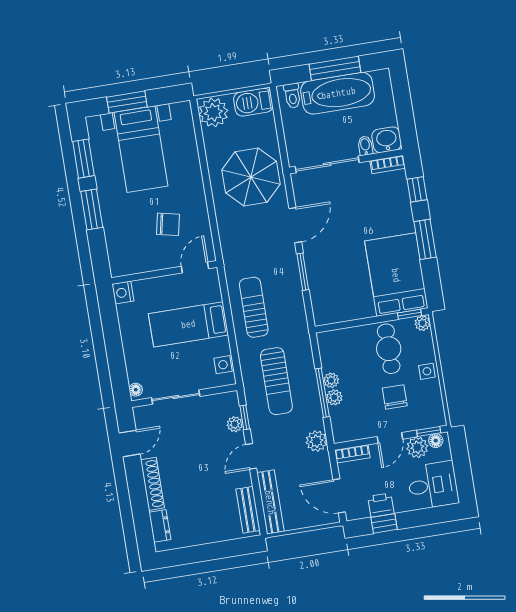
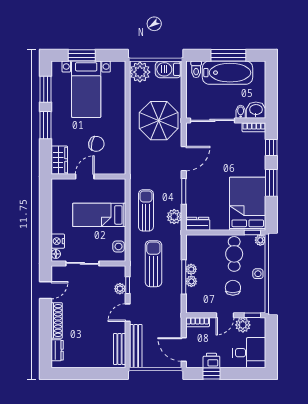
wardrobe: (119, 256) -> (59, 160), added
door: (195, 267) -> (85, 177), moved
nightstand: (123, 293) -> (58, 241), moved
dresser: (330, 314) -> (198, 224), added
sun lounger: (276, 381) -> (153, 264), turned 180
plant: (316, 441) -> (174, 217), moved
floor lamp: (436, 441) -> (256, 322), removed

